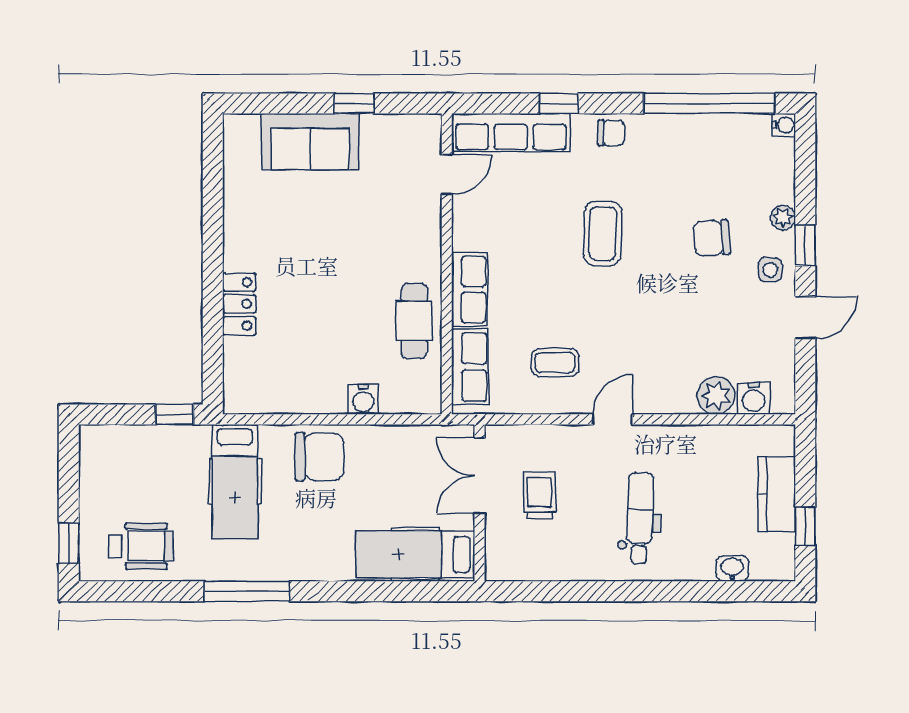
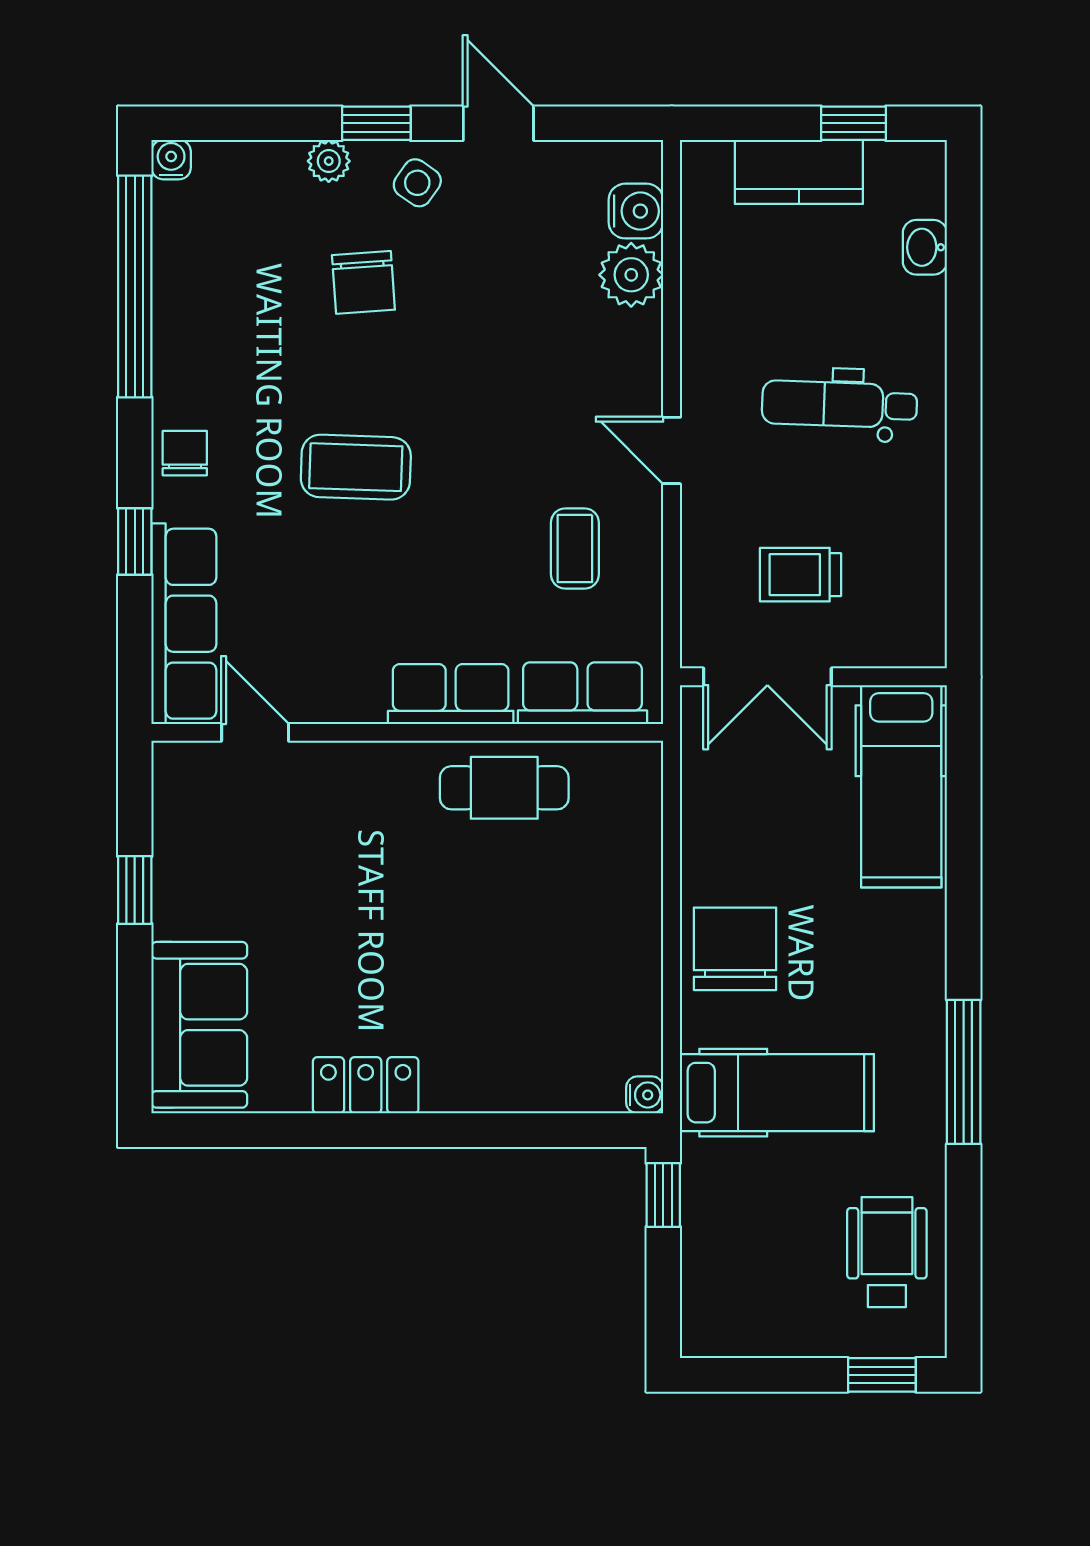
sofa: (310, 141) -> (199, 1025), moved
side table: (770, 270) -> (417, 183), turned 35
locker: (239, 304) -> (366, 1085), moved
water cooler: (363, 399) -> (645, 1095), moved, width x0.72, depth x0.72

